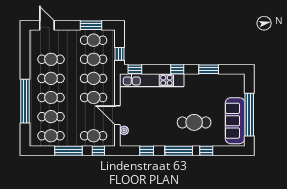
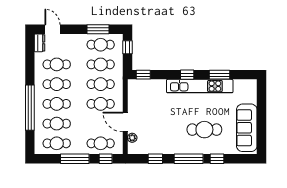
dresser: (34, 38) -> (39, 43), added
window: (120, 54) -> (128, 47), moved
kitchen unit: (152, 80) -> (200, 86), moved
window: (249, 115) -> (261, 121), removed

